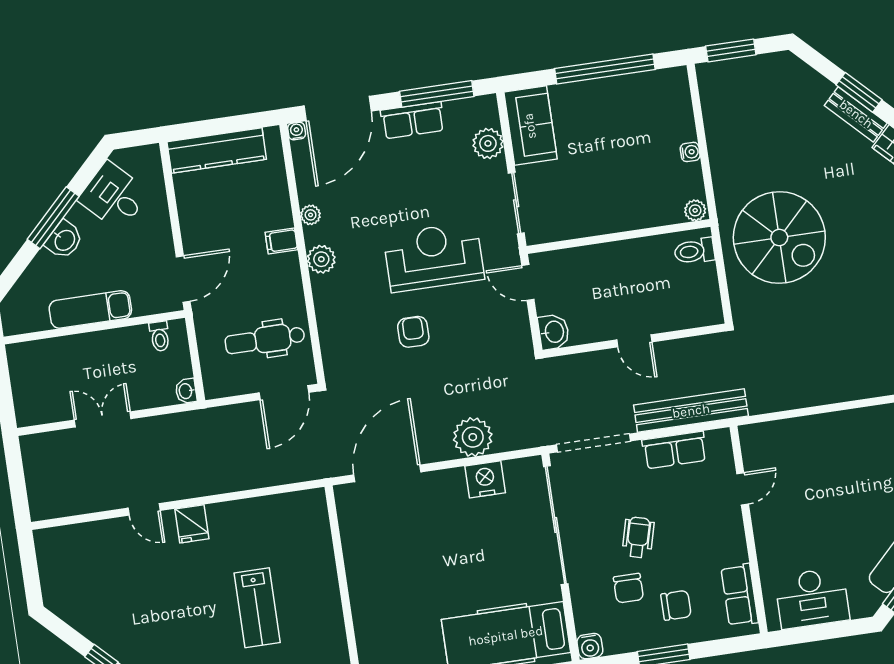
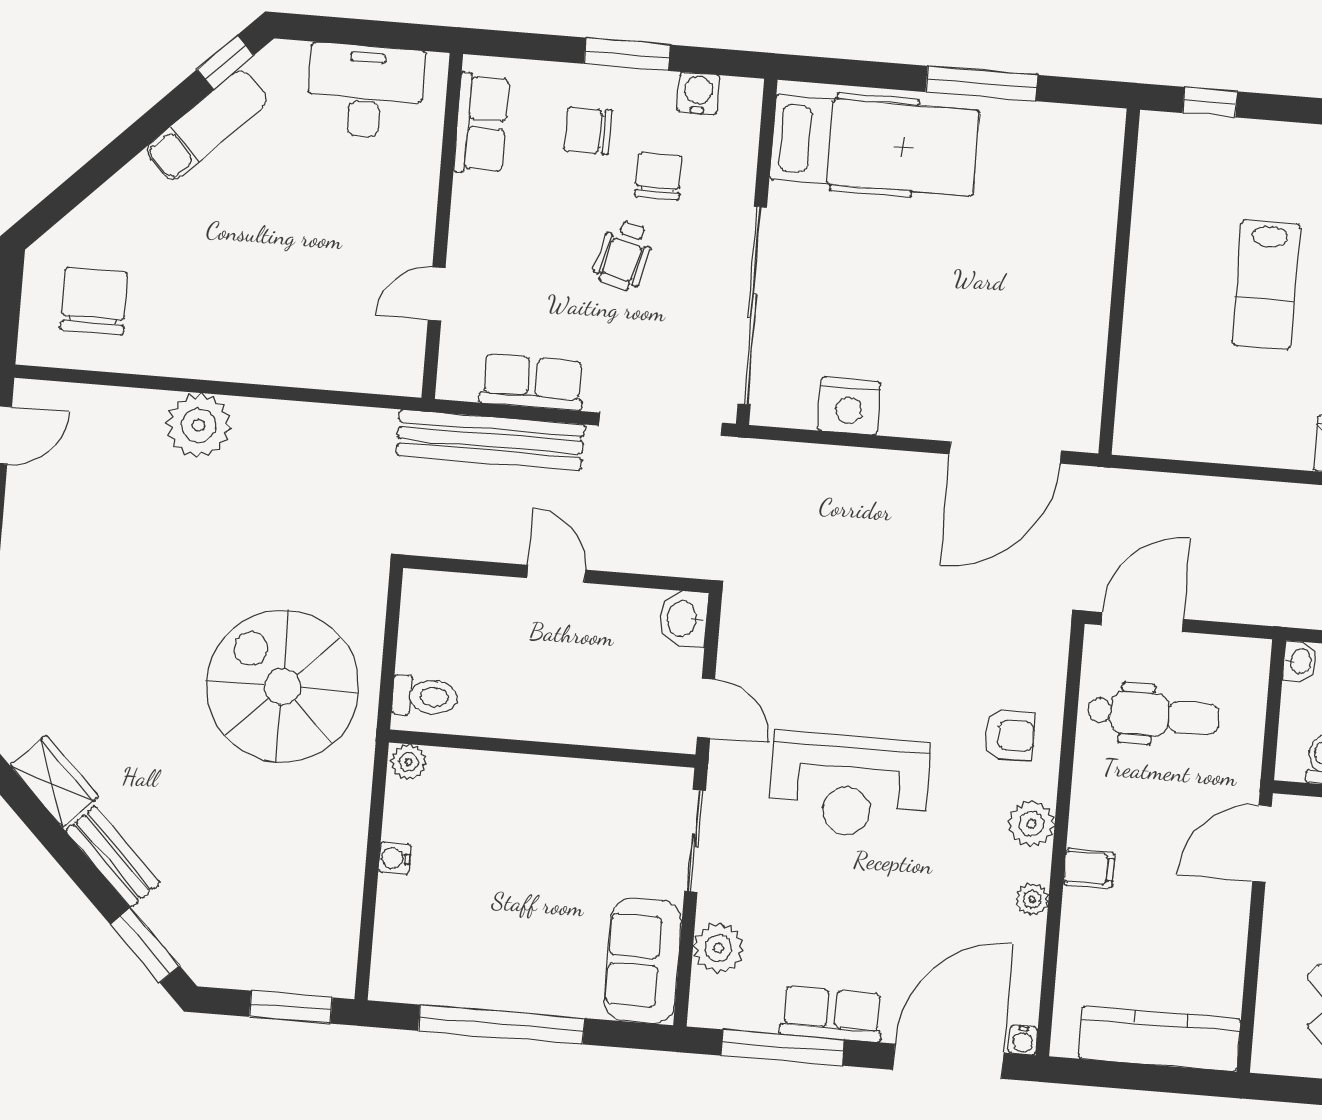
window: (859, 92) -> (145, 945), moved
armchair: (413, 332) -> (1009, 735), moved, turned -90
plant: (473, 437) -> (199, 425), moved
lab bench: (257, 608) -> (1266, 284), turned 180
water cooler: (590, 646) -> (698, 94), moved

